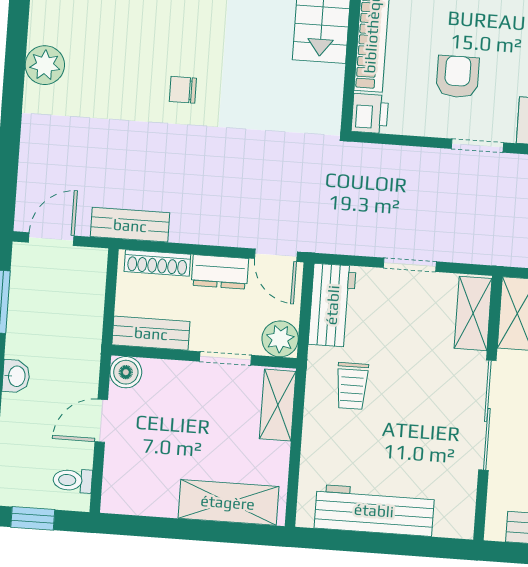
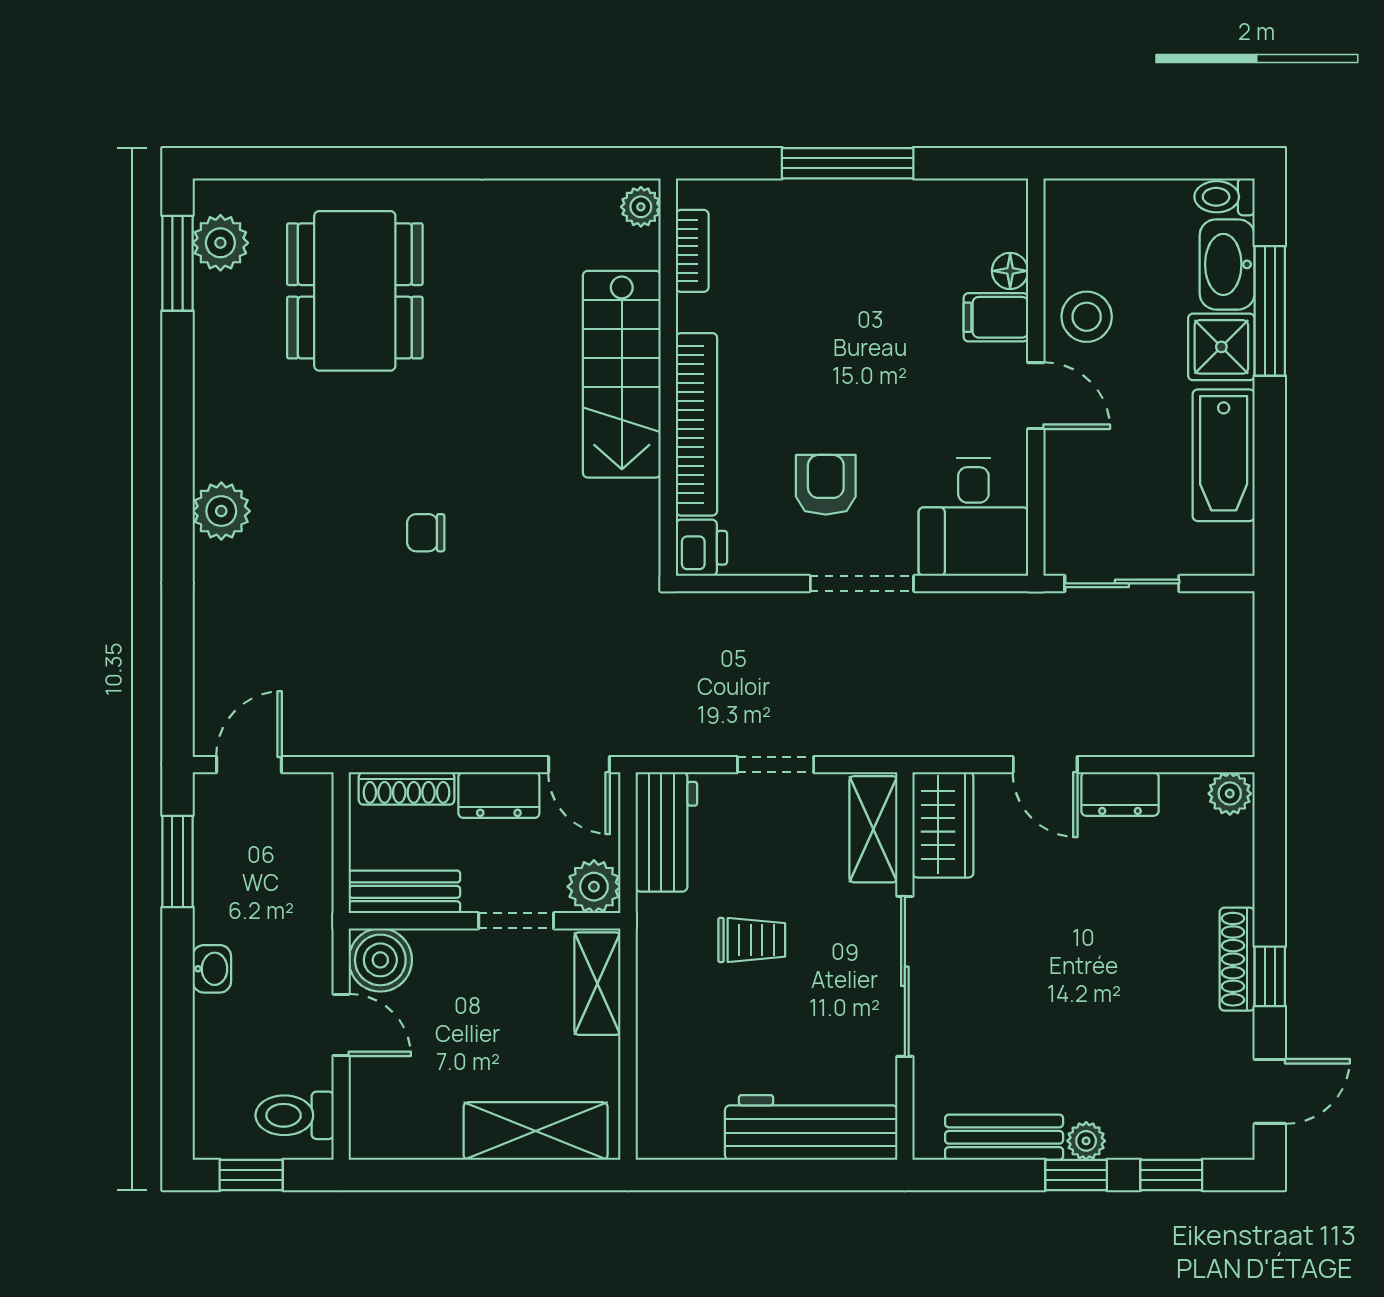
doorway: (477, 146) -> (862, 583), width x1.38
bench: (130, 225) -> (363, 735), removed
boiler: (126, 372) -> (380, 960), width x1.36, depth x1.36
trolley: (352, 386) -> (752, 940), moved, turned -90
door: (101, 421) -> (341, 1025), swing flipped
toilet: (73, 480) -> (294, 1115), width x1.37, depth x1.39
workbench: (374, 510) -> (811, 1127), moved

